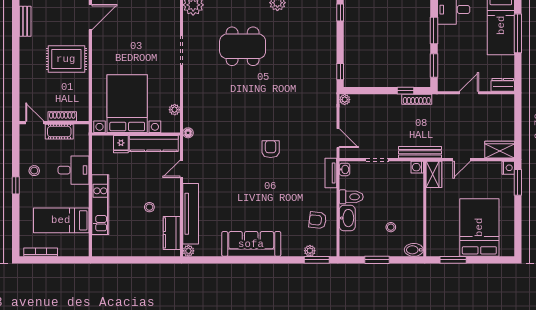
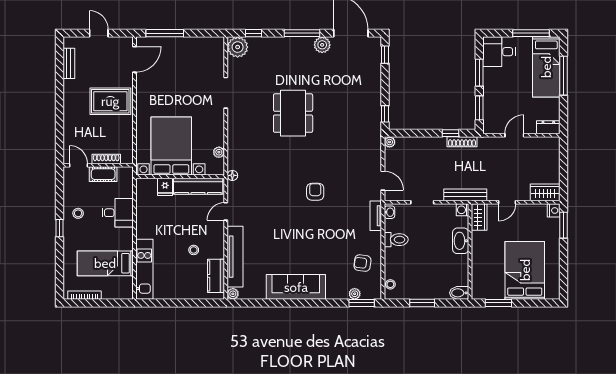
dining table: (243, 46) -> (293, 113), moved, turned 90
kitchen unit: (100, 205) -> (144, 269), moved
washbasin: (347, 218) -> (461, 241), moved, turned 180
stool: (391, 227) -> (390, 284), moved

